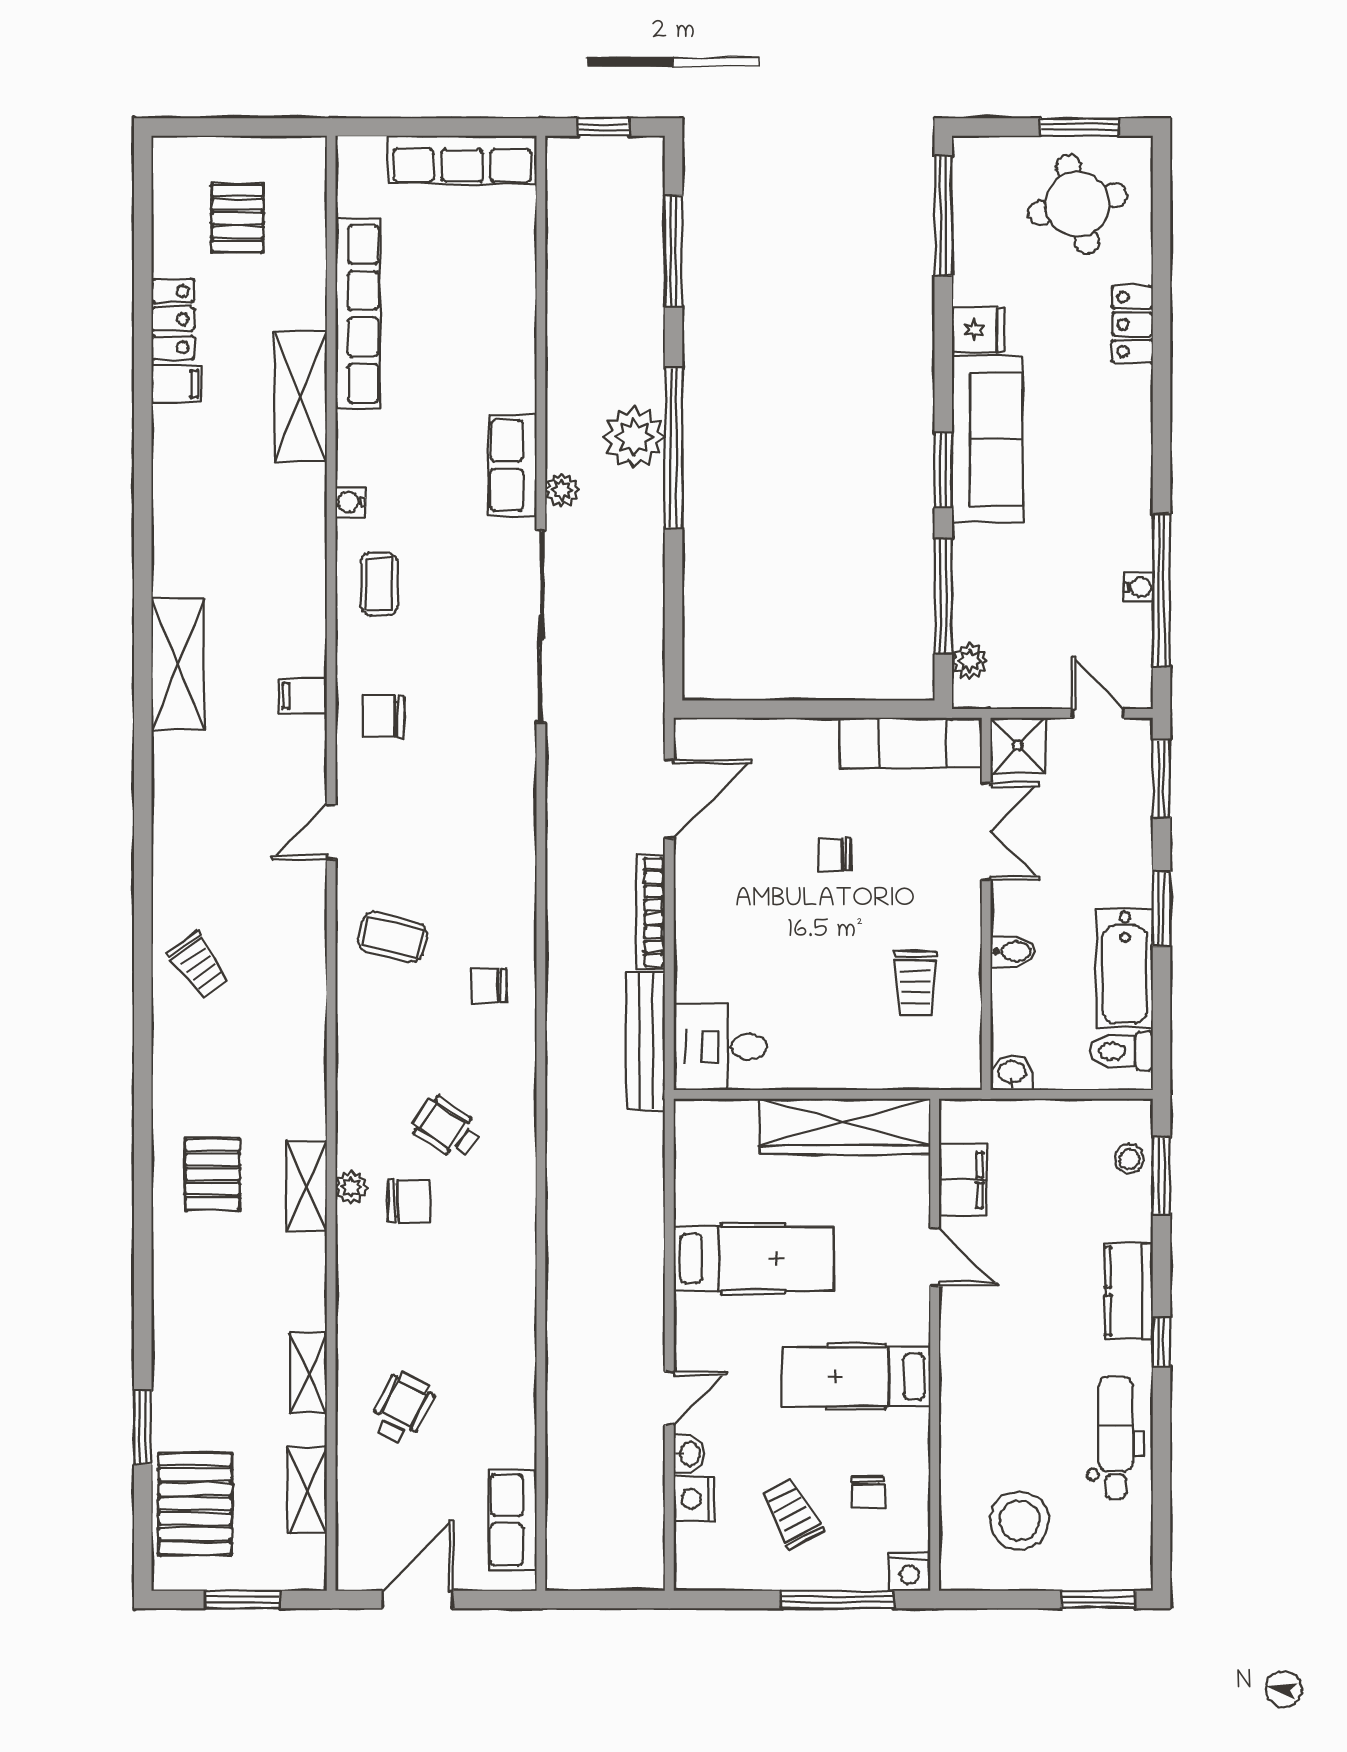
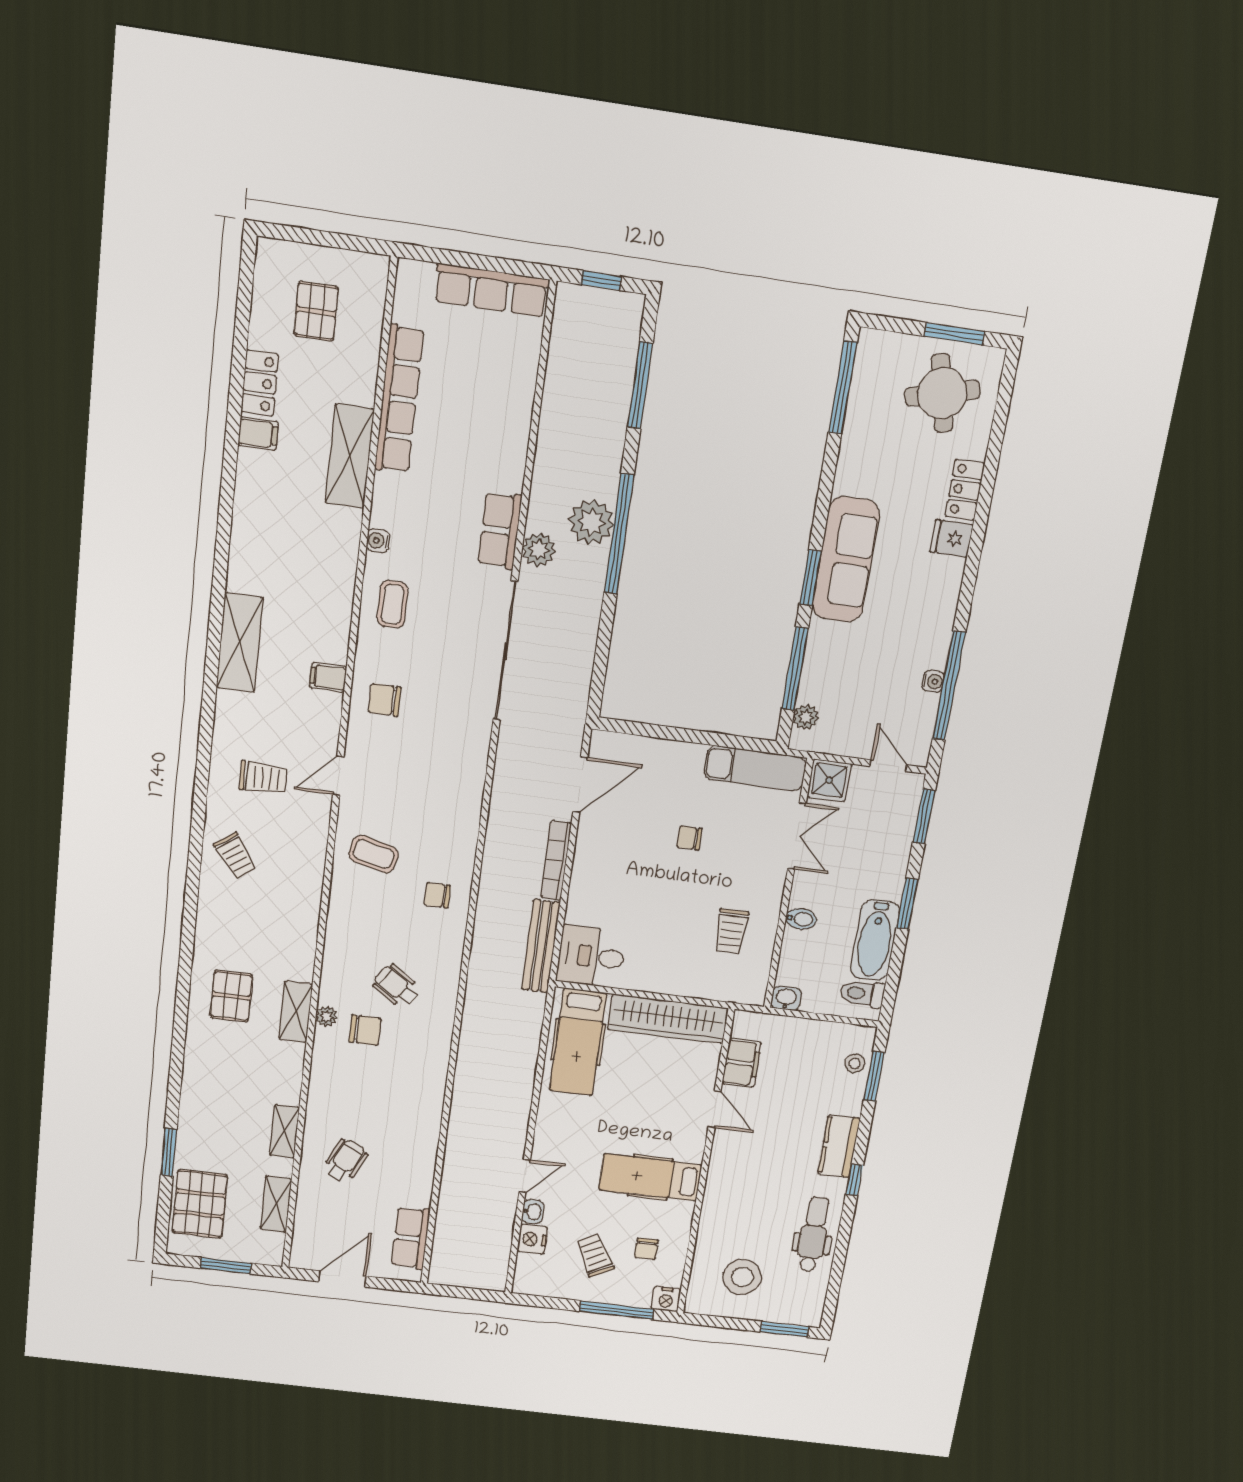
fridge: (978, 330) -> (952, 538), moved, turned 180
plant: (562, 490) -> (539, 550), width x1.38, depth x1.38
trolley: (227, 848) -> (263, 778), added
hospital bed: (754, 1259) -> (578, 1042), moved, turned 90

